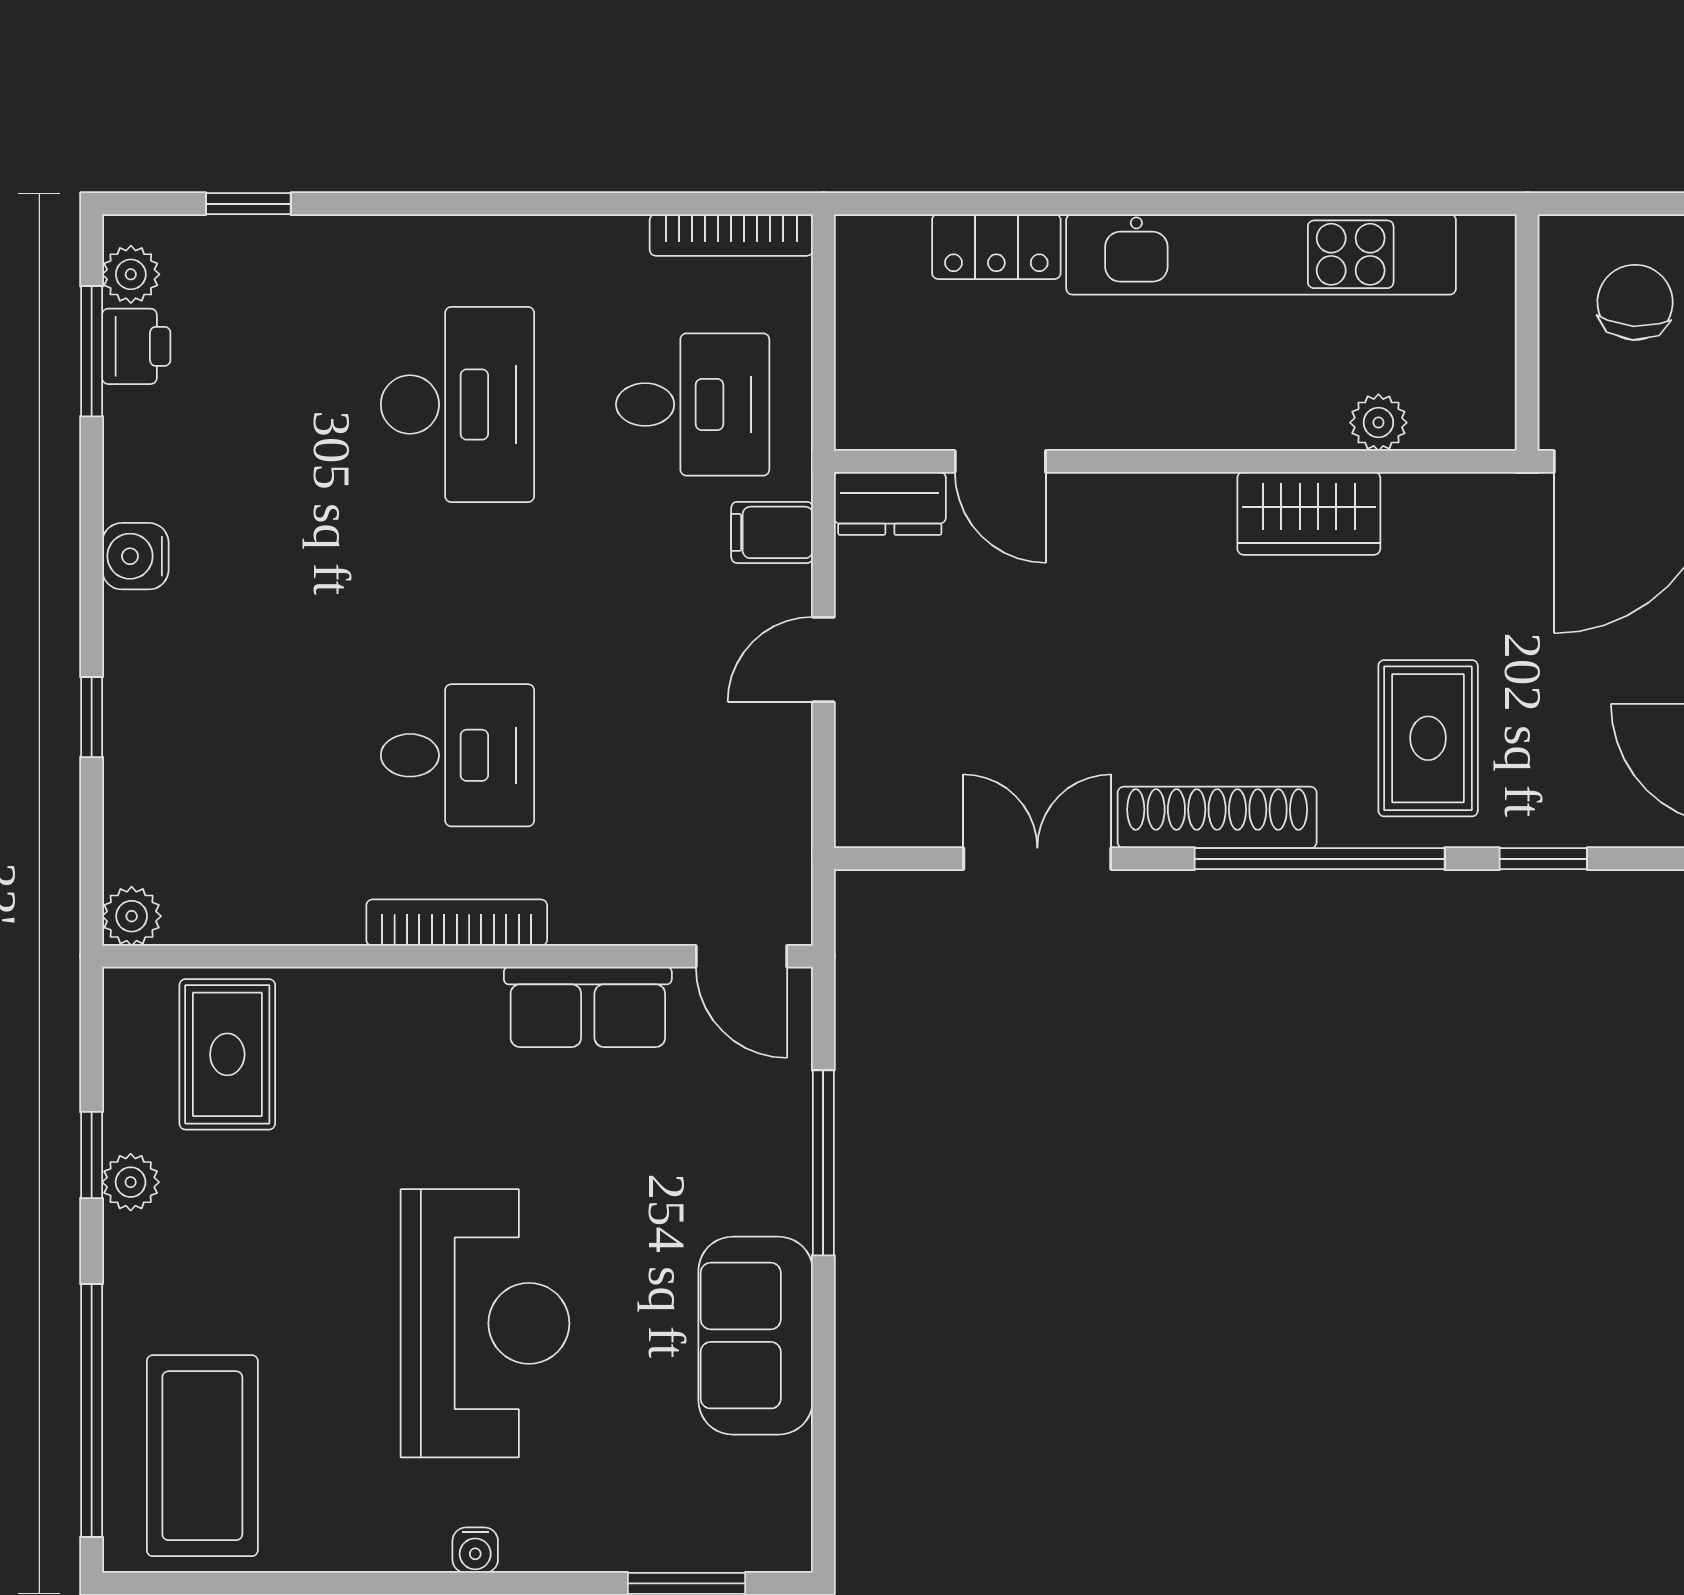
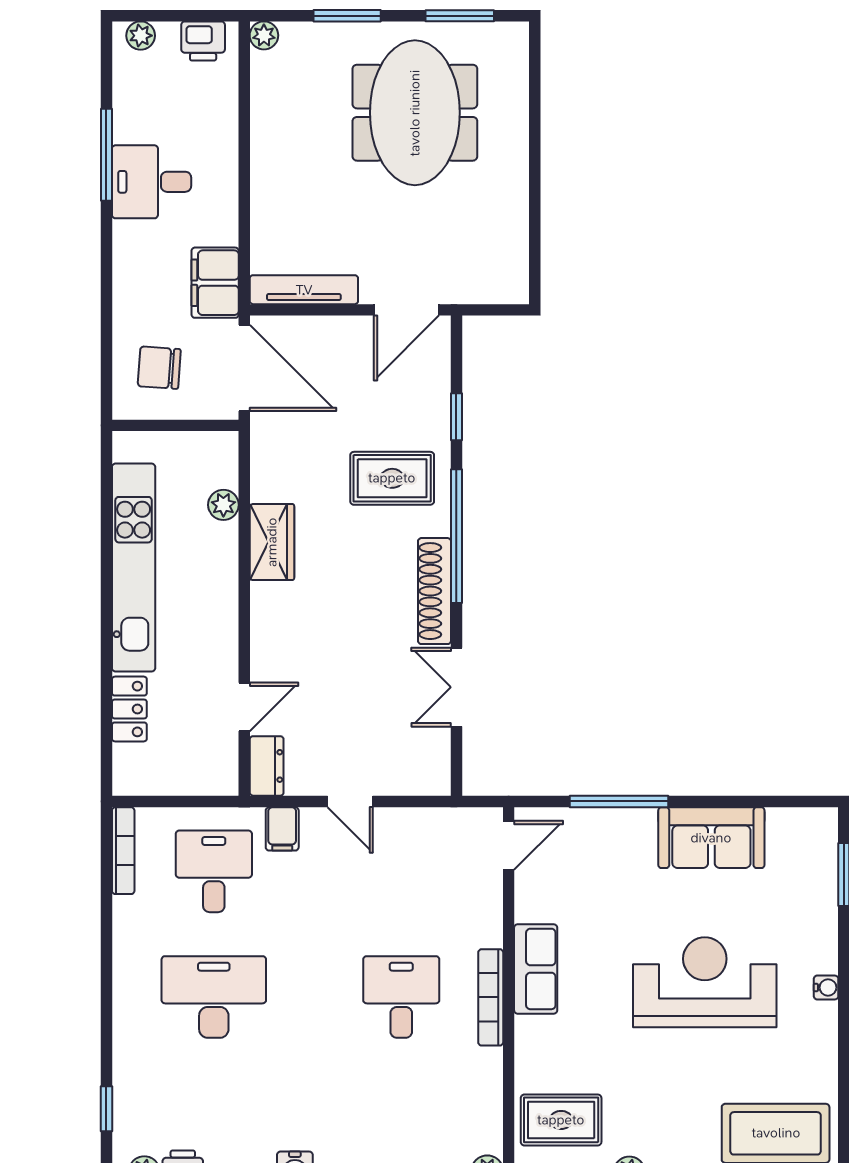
row of seats: (588, 1007) -> (536, 969), moved

